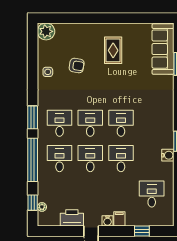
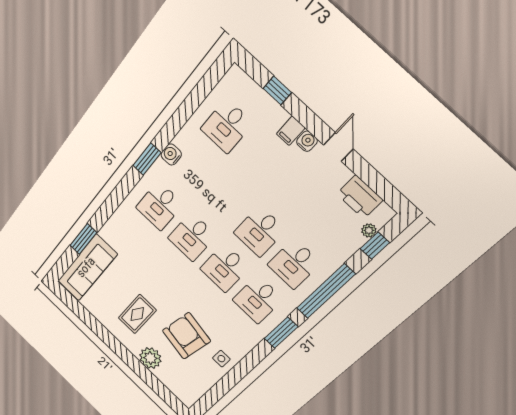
plant: (46, 31) -> (150, 358), moved
armchair: (77, 66) -> (186, 336), width x1.88, depth x1.88
desk: (121, 159) -> (160, 206), moved
printer: (72, 218) -> (360, 197), moved

